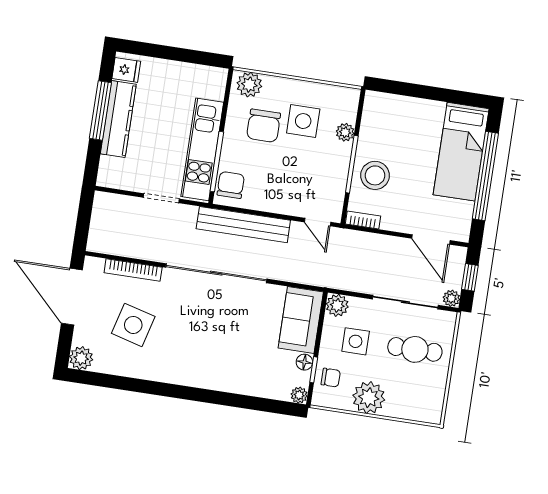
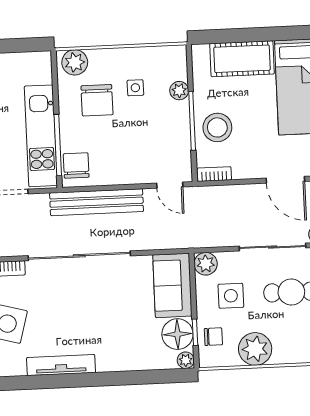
cot: (412, 114) -> (242, 59), added
side table: (303, 121) -> (135, 88), width x0.54, depth x0.54
floor lamp: (304, 362) -> (177, 334), width x1.89, depth x1.89
tv unit: (177, 376) -> (61, 365), added

